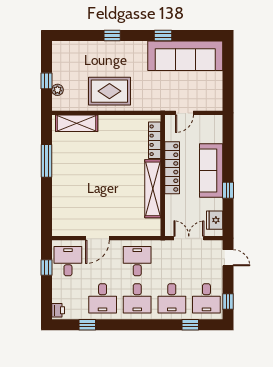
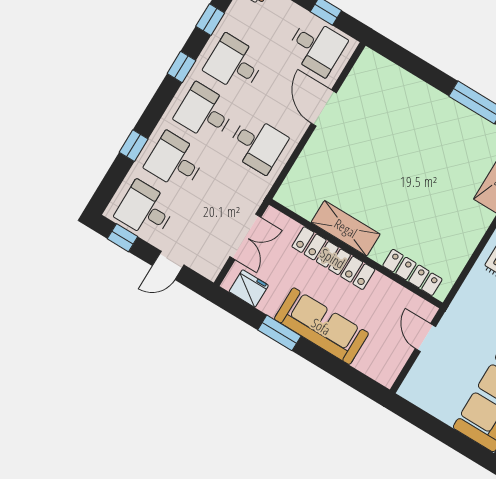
locker: (172, 168) -> (333, 258), moved
shelving: (153, 189) -> (346, 228), width x0.68
window: (228, 190) -> (279, 333), width x1.50
door: (228, 258) -> (168, 265), moved
window: (121, 325) -> (181, 67), added
window: (190, 325) -> (134, 146), moved

